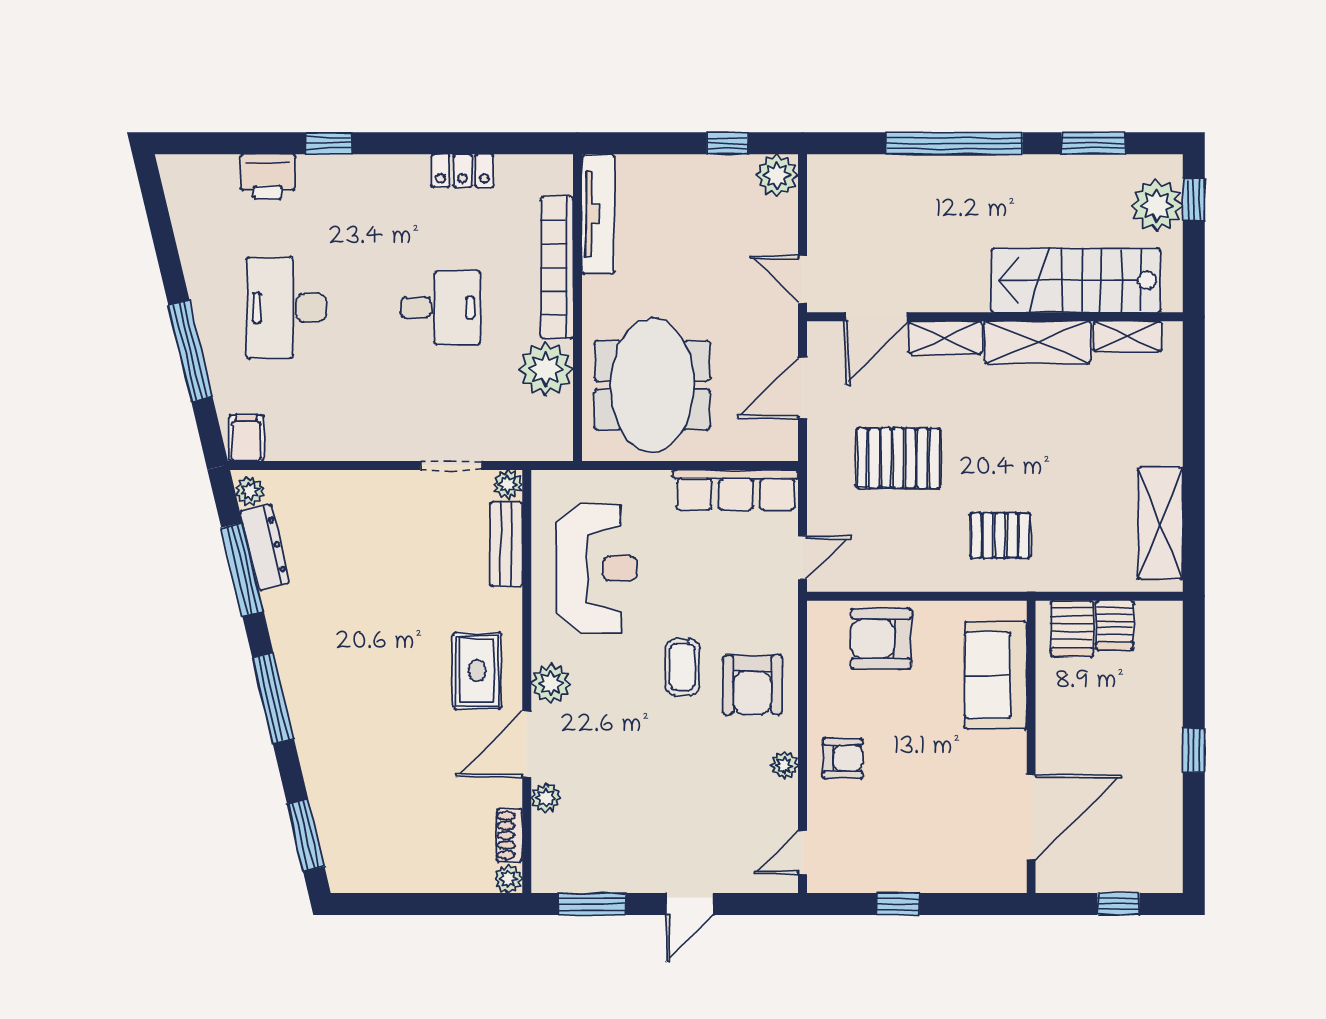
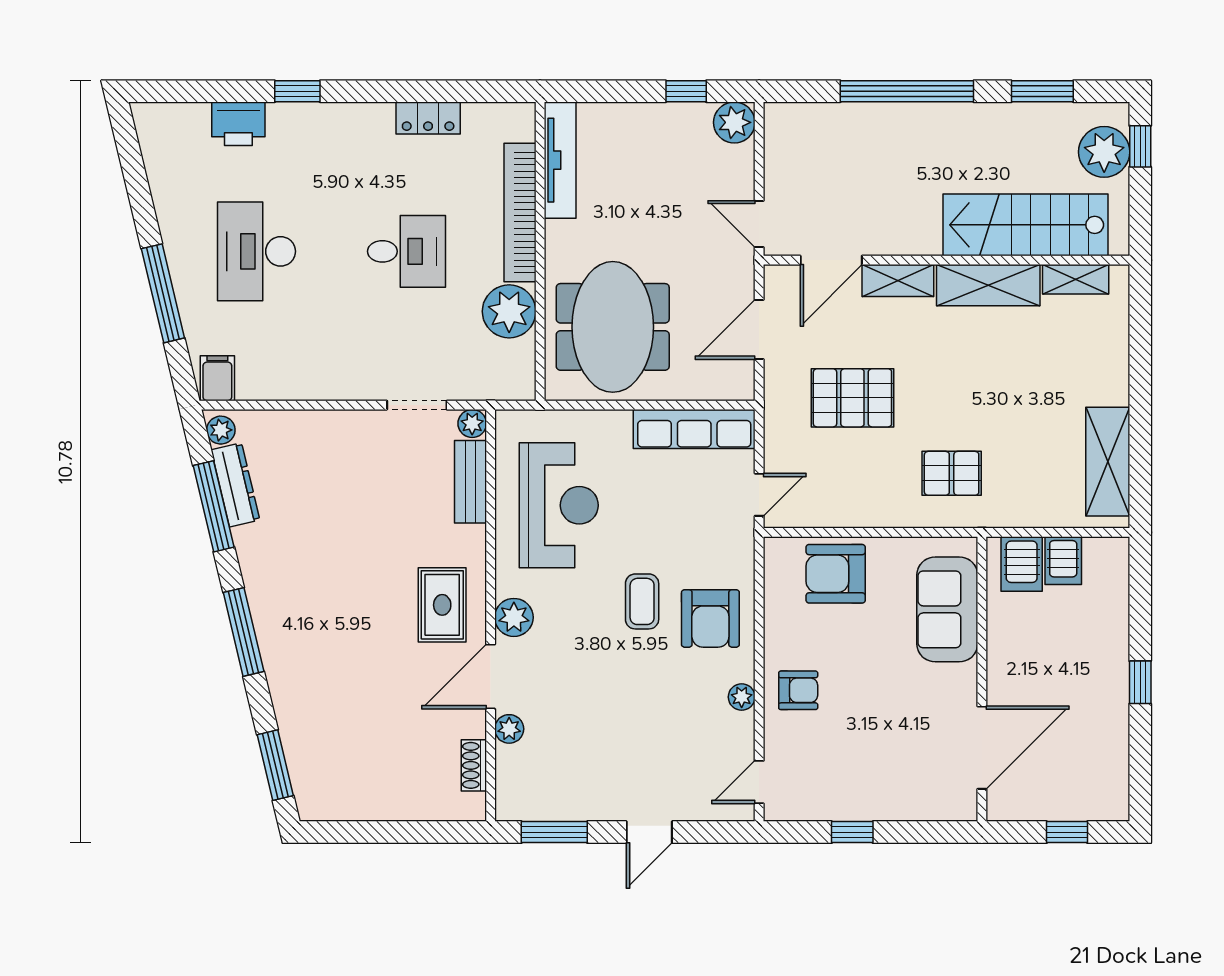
plant: (508, 879) -> (473, 808), removed

